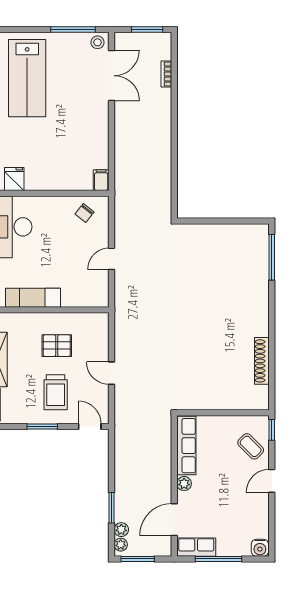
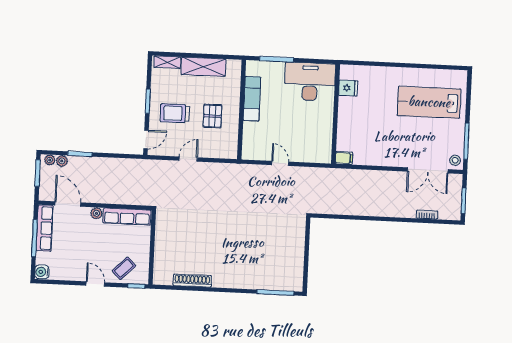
chair: (85, 213) -> (318, 143), removed
row of seats: (196, 547) -> (45, 228), width x1.48

